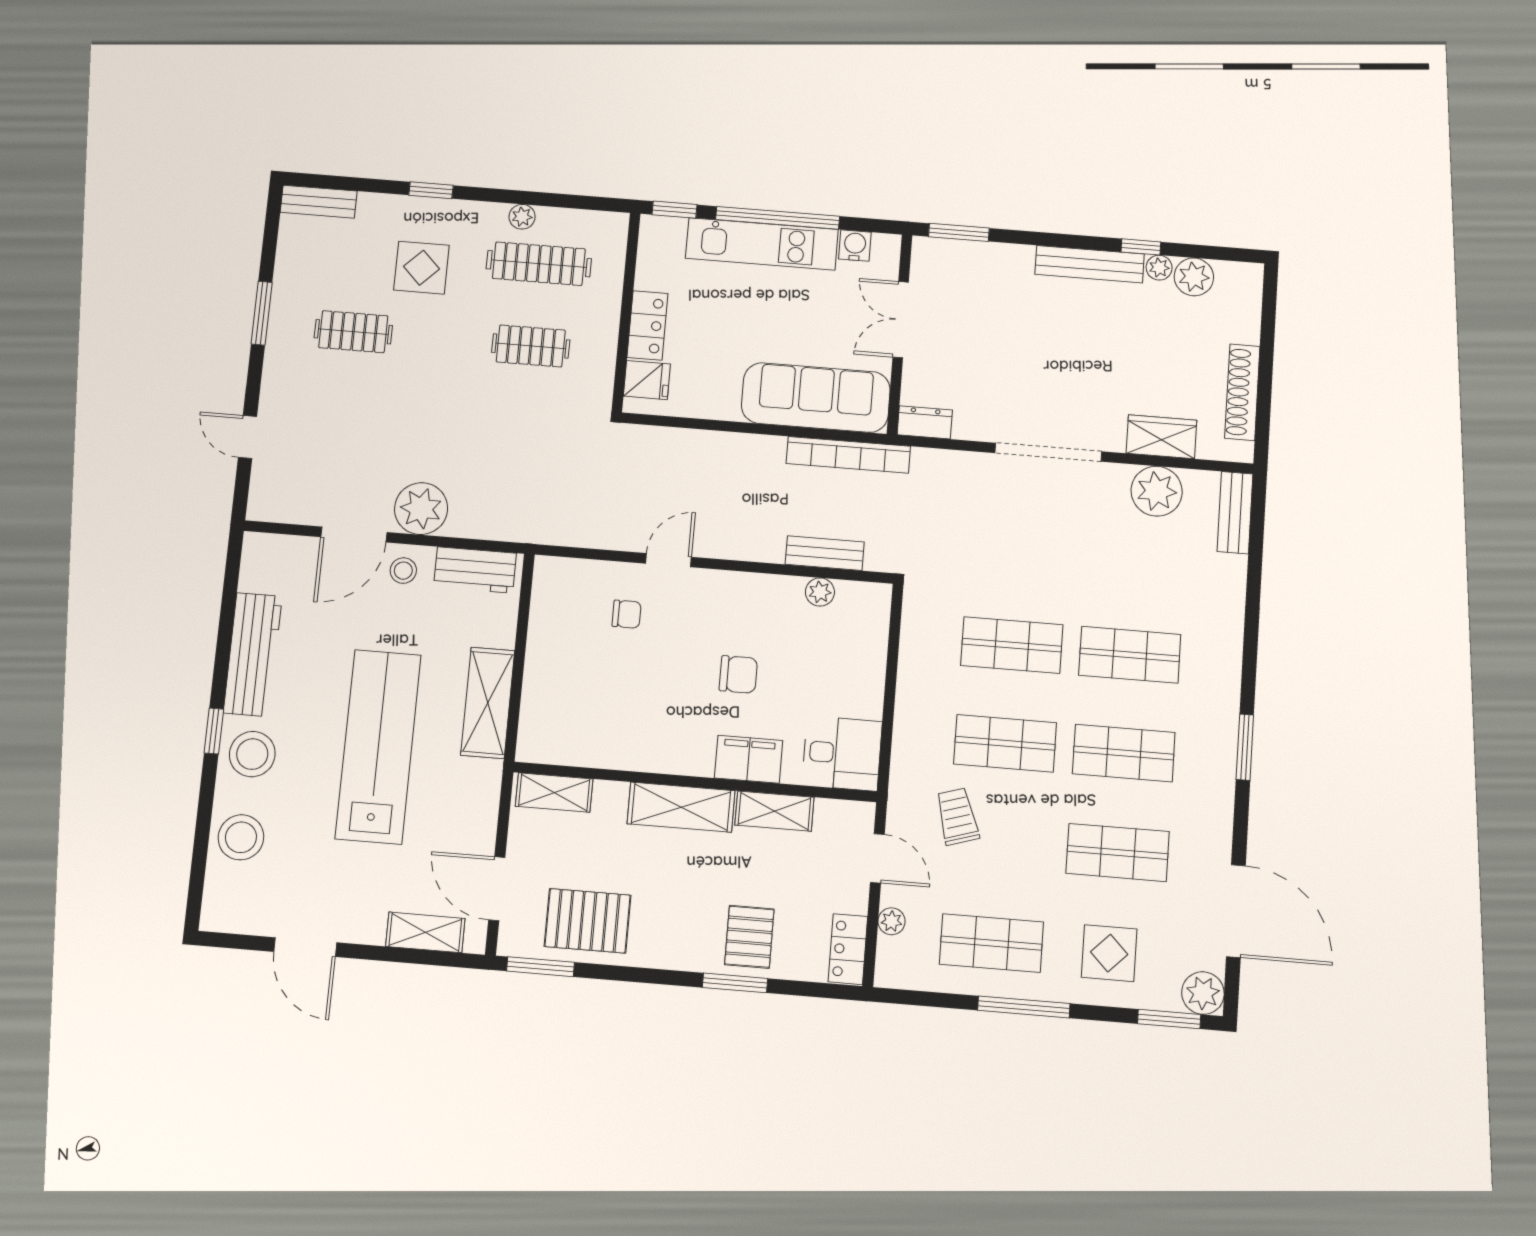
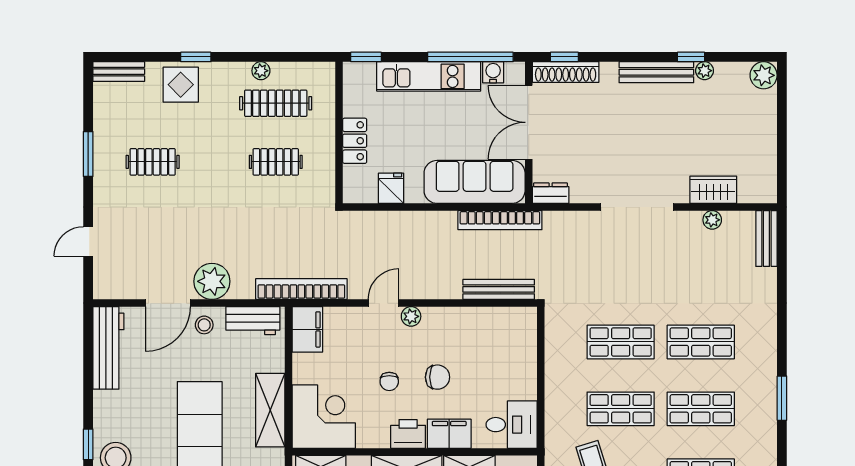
window: (778, 218) -> (470, 57), moved
window: (959, 232) -> (564, 57), width x0.67
display table: (421, 268) -> (181, 85), moved
plant: (1194, 277) -> (764, 75), moved
double door: (901, 320) -> (529, 122), width x1.37
fridge: (647, 380) -> (391, 188), moved, turned -90
shoe rack: (1242, 392) -> (566, 72), moved, turned -90
door: (247, 437) -> (88, 242), hinge flipped
plant: (1157, 491) -> (712, 220), width x0.53, depth x0.53
bookcase: (550, 530) -> (301, 289), added
bench: (825, 553) -> (499, 289), width x1.36
filing cabinet: (554, 589) -> (307, 329), added
plant: (820, 592) -> (411, 316), moved
chair: (627, 614) -> (389, 381), moved, turned 90
workbench: (253, 655) -> (108, 348), moved
corner desk: (566, 719) -> (324, 417), added
printer: (688, 754) -> (408, 434), added

